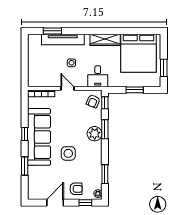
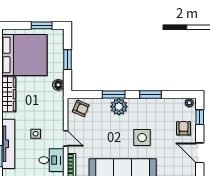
desk: (98, 76) -> (51, 160), moved
floor lamp: (113, 82) -> (58, 85), added
door: (67, 88) -> (66, 138), swing flipped
window: (105, 103) -> (83, 95), removed
window: (105, 174) -> (151, 95), moved

